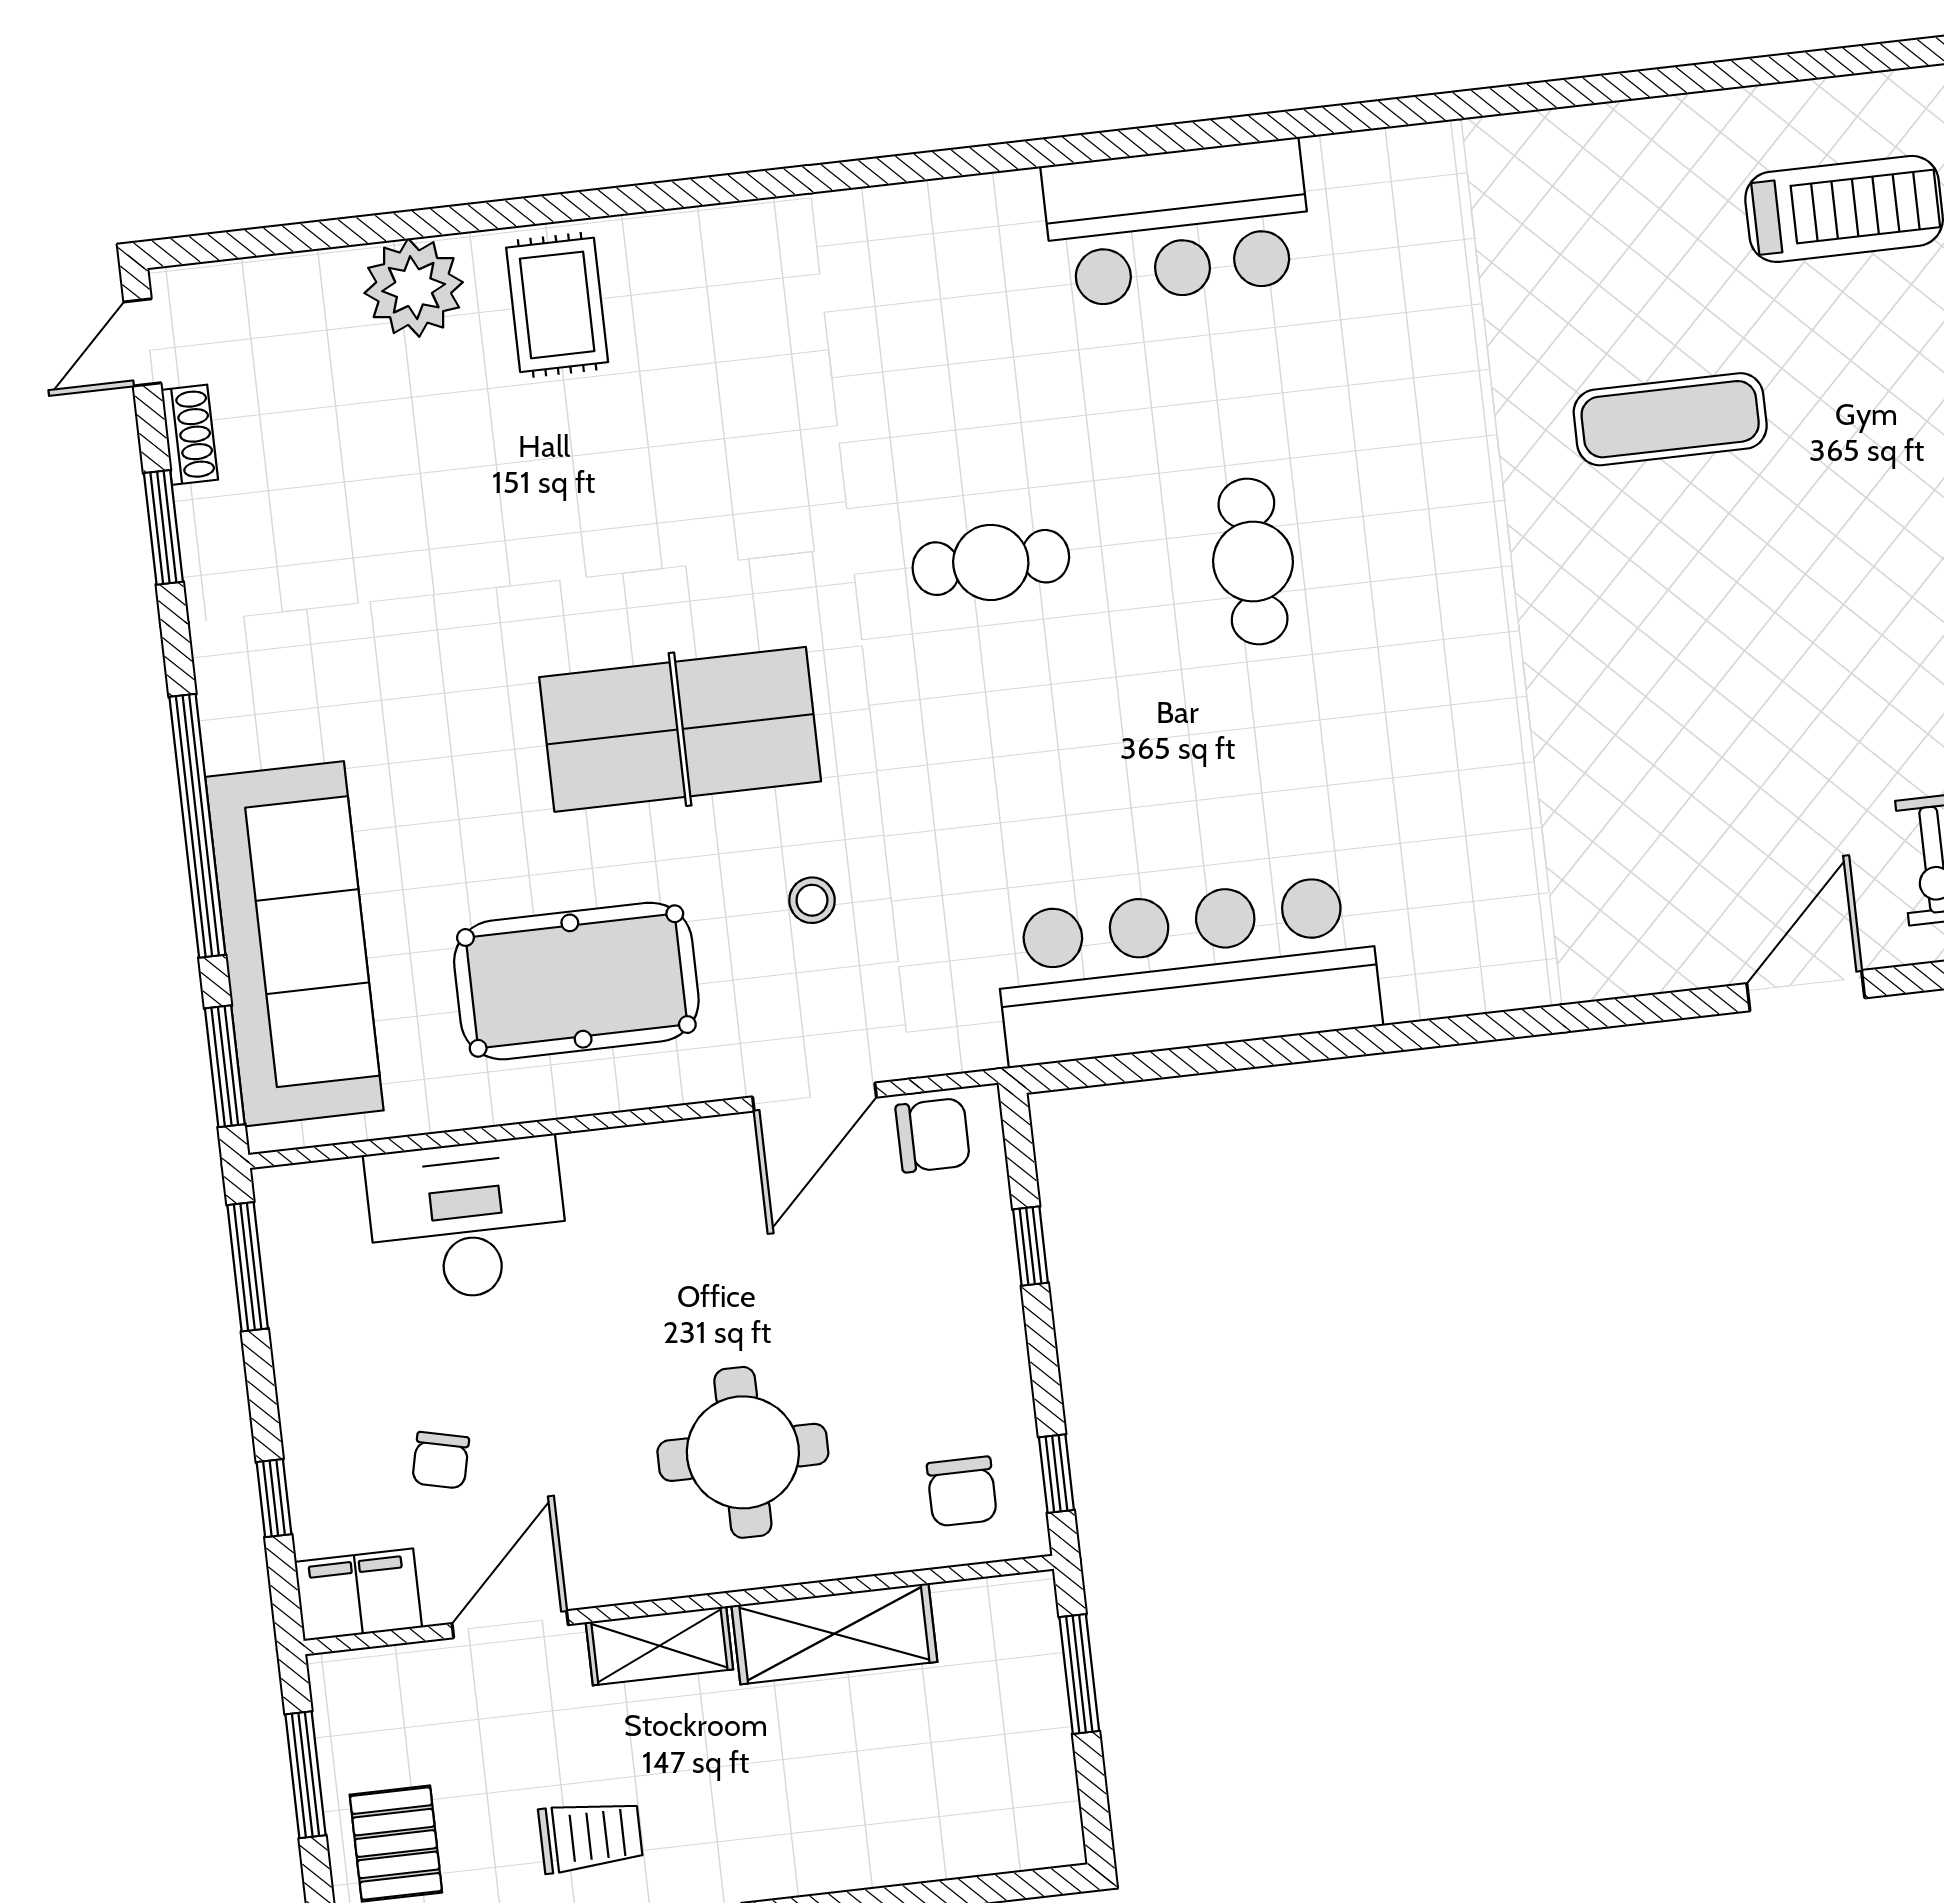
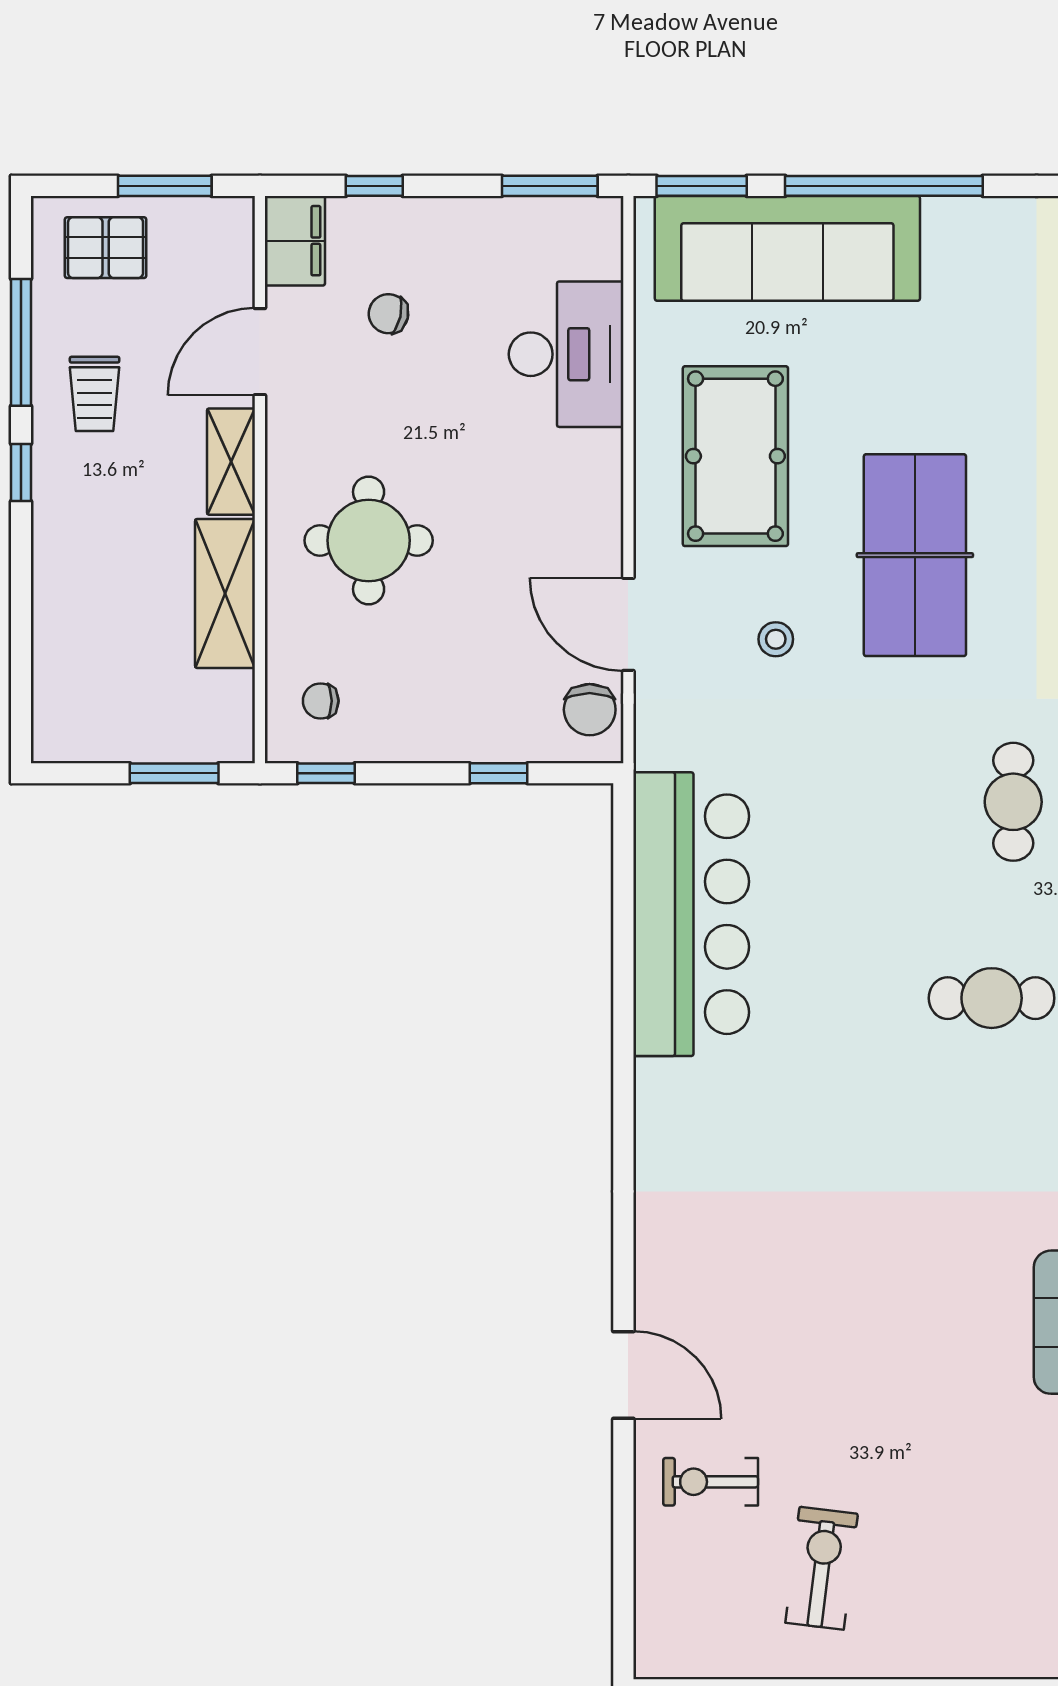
chair: (962, 1491) -> (321, 701), width x0.73, depth x0.73
door: (510, 1624) -> (260, 352), swing flipped

